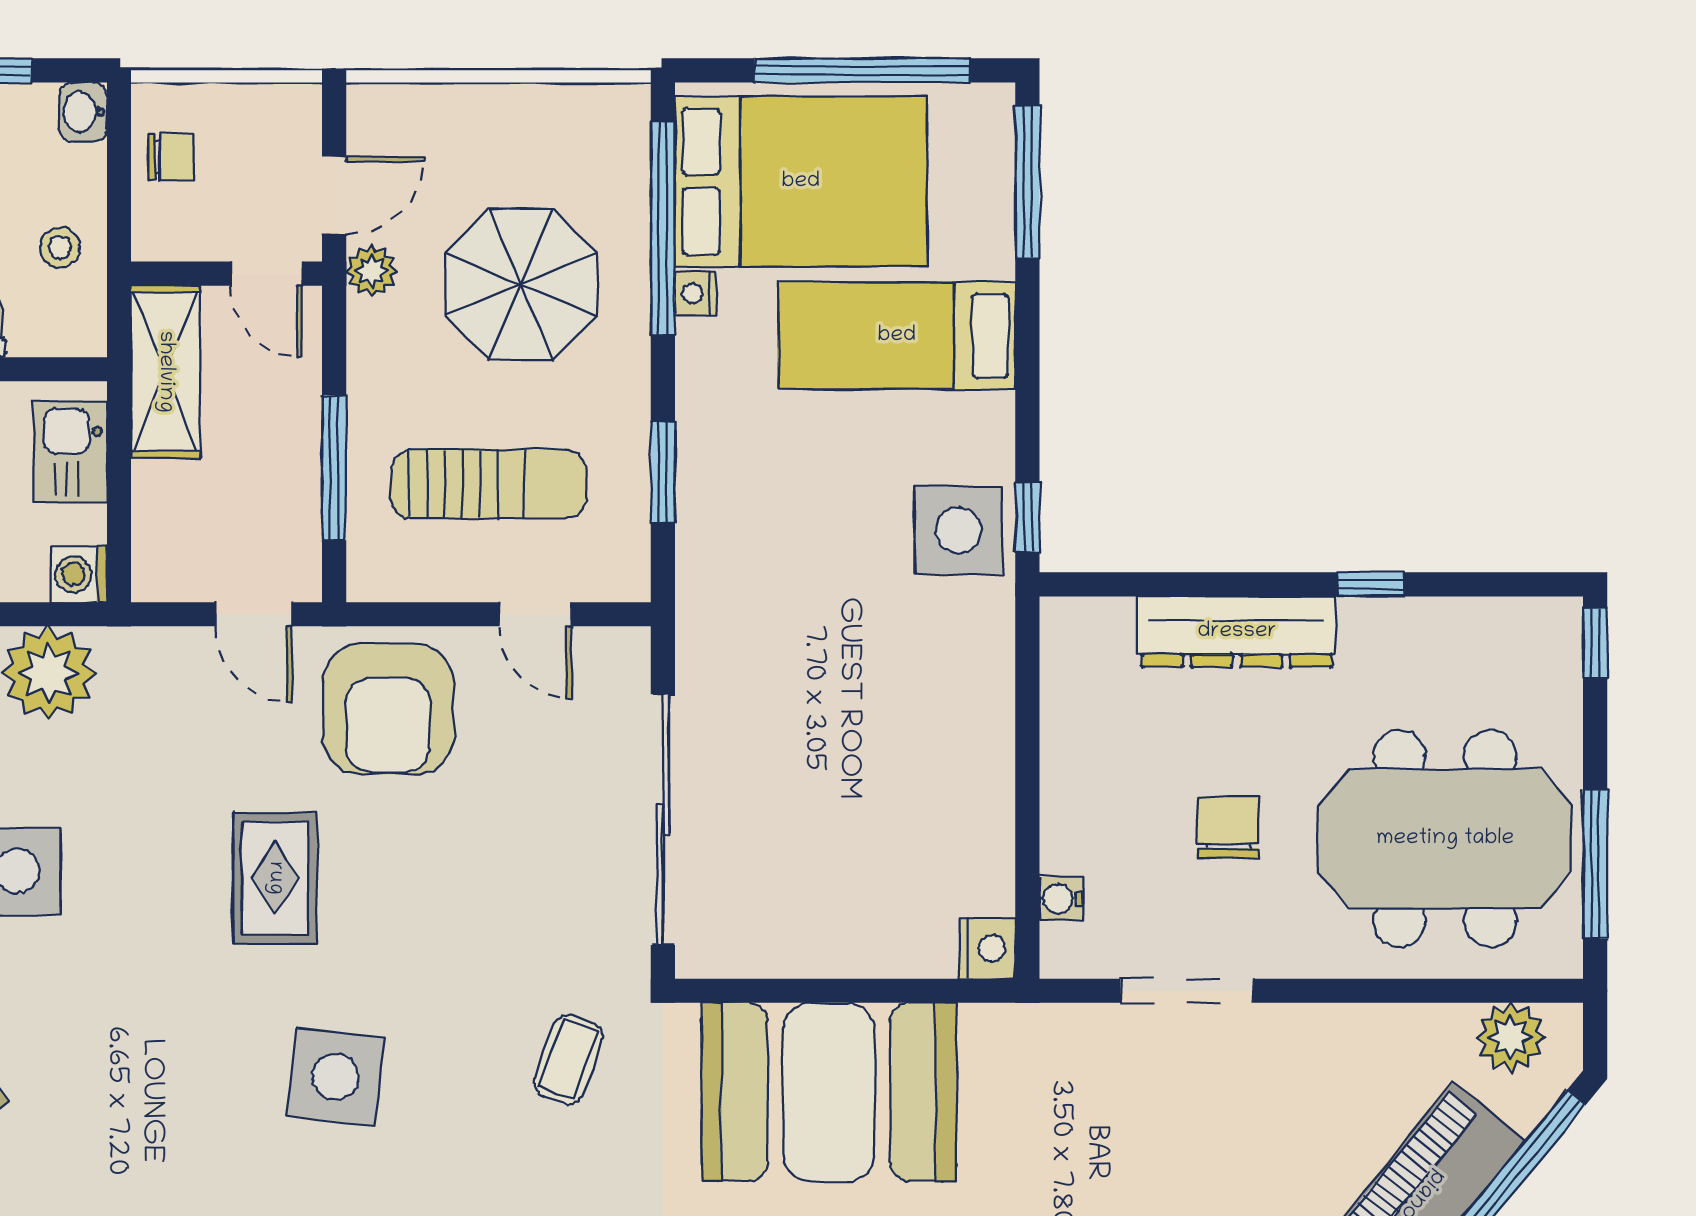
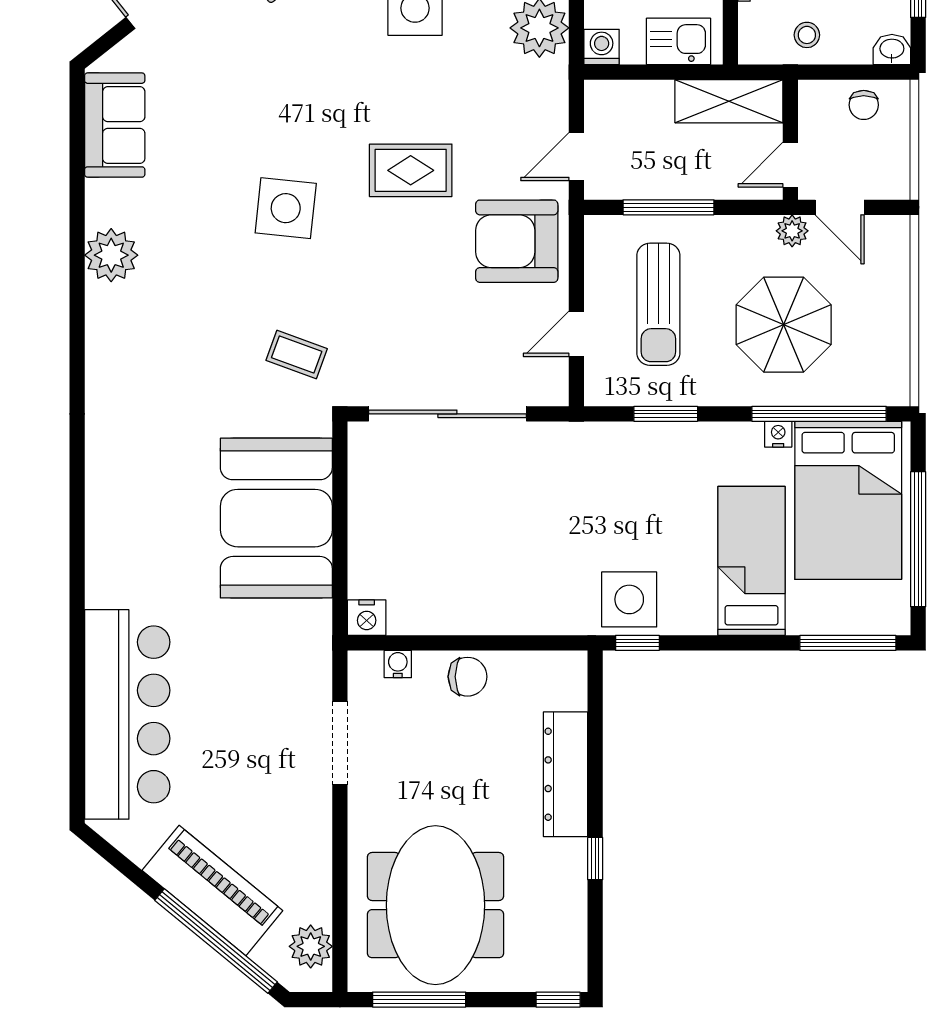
chair: (1228, 827) -> (468, 677), moved

